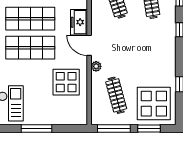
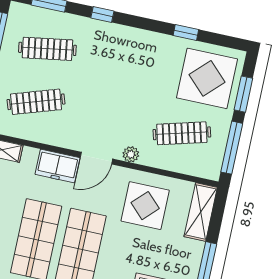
shelving: (70, 118) -> (201, 212), added

